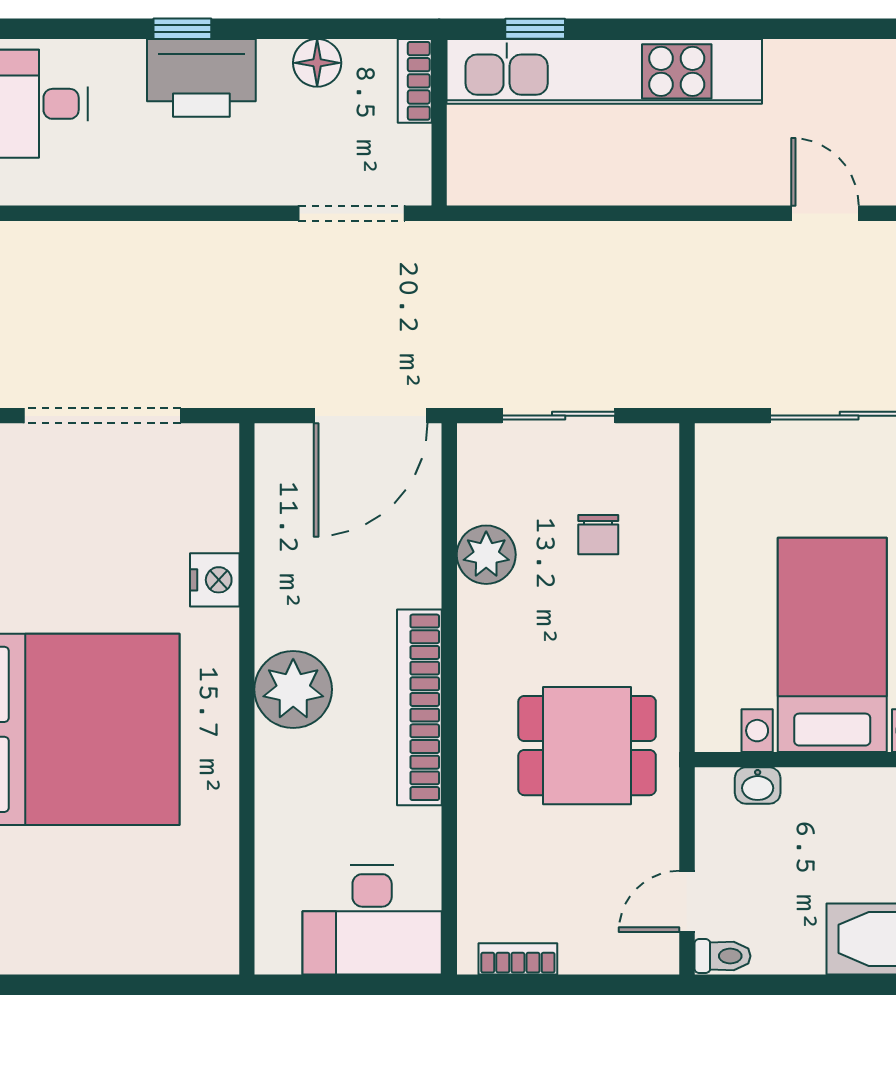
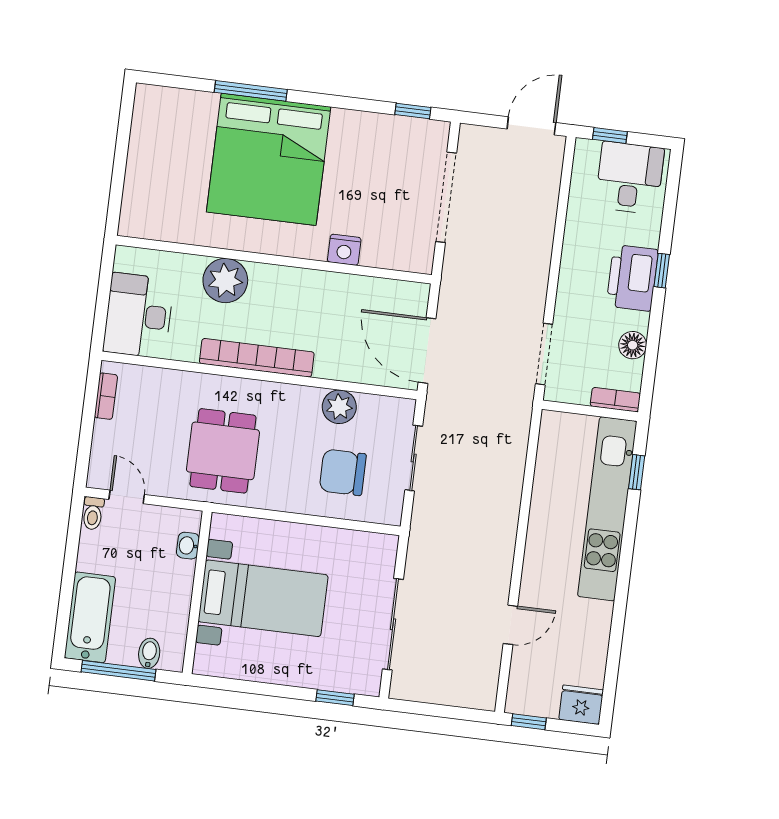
chair: (598, 535) -> (343, 472), width x1.87, depth x1.87
plant: (293, 689) -> (225, 281), moved

